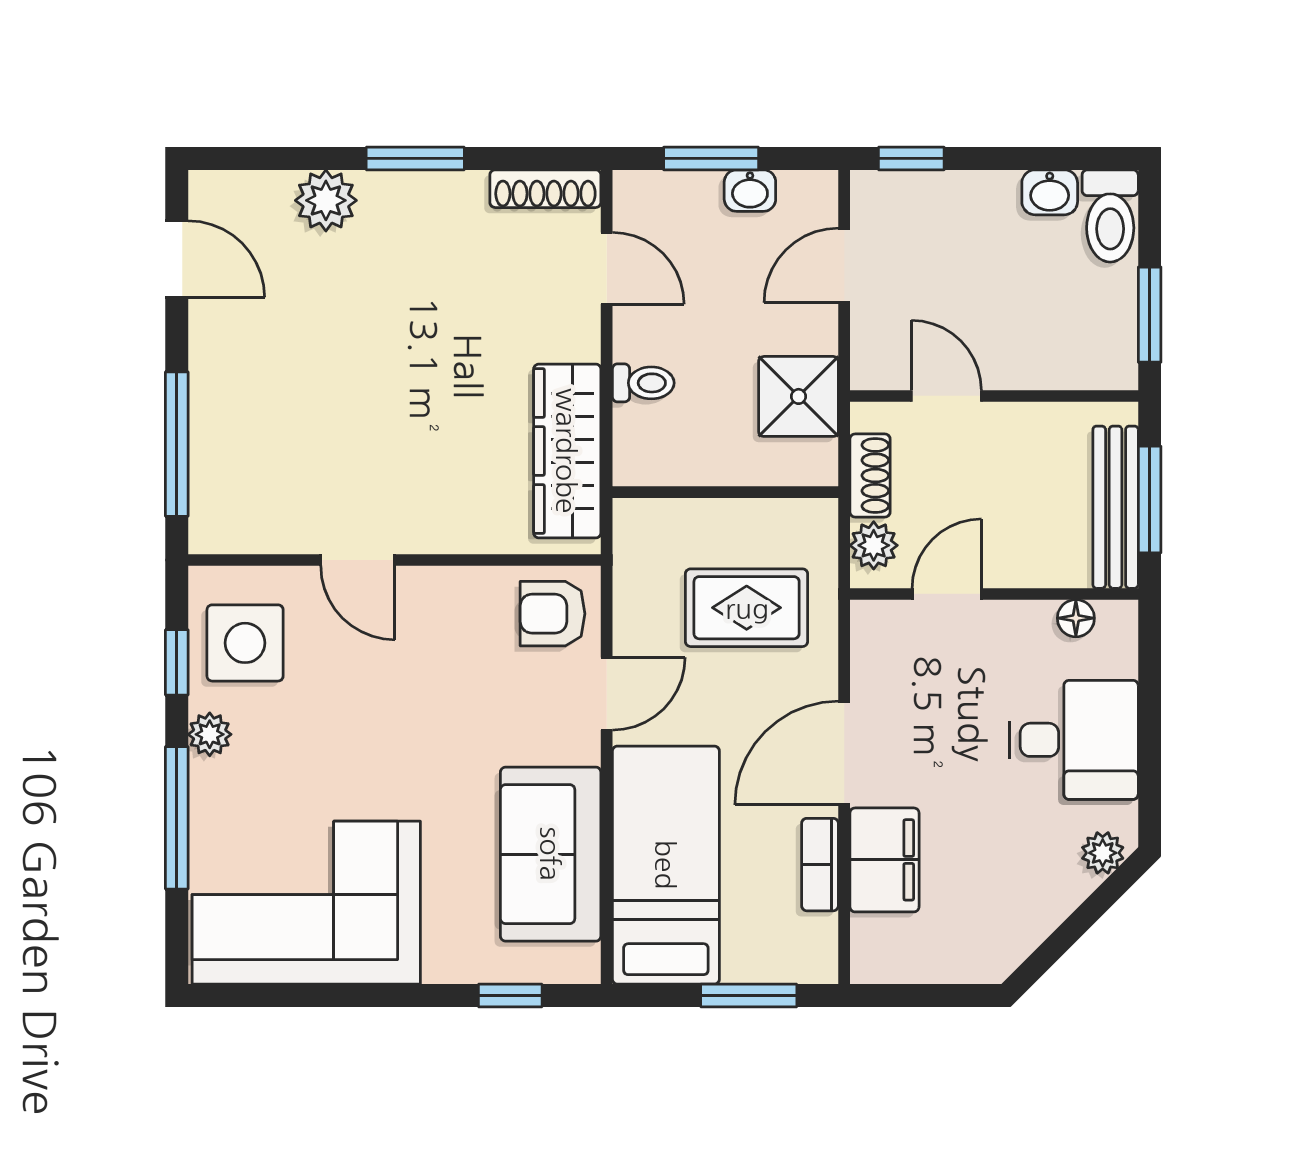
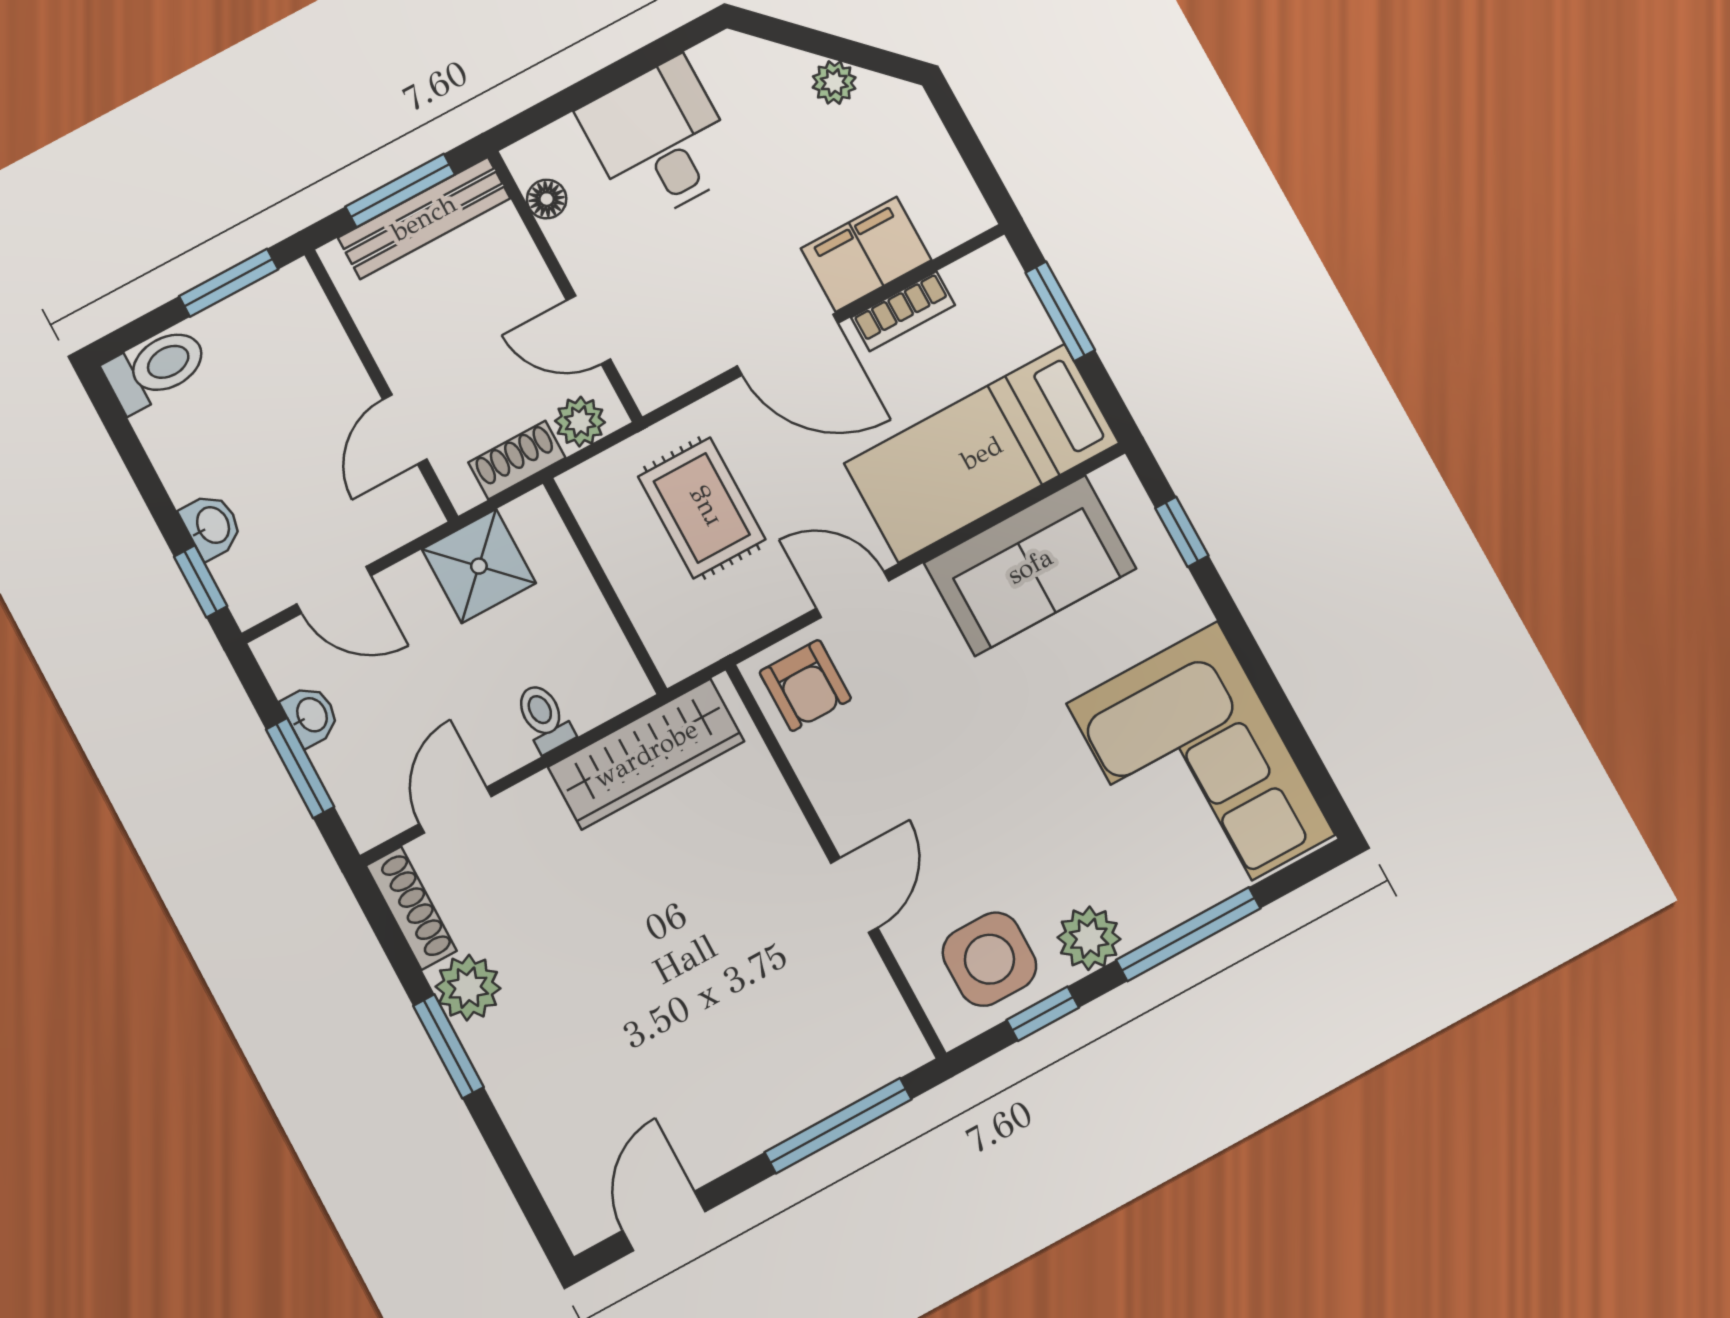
washbasin: (1050, 192) -> (212, 526), moved
plant: (326, 200) -> (468, 988), moved
plant: (210, 734) -> (1089, 938), width x1.38, depth x1.38
plant: (1103, 853) -> (834, 83), moved

